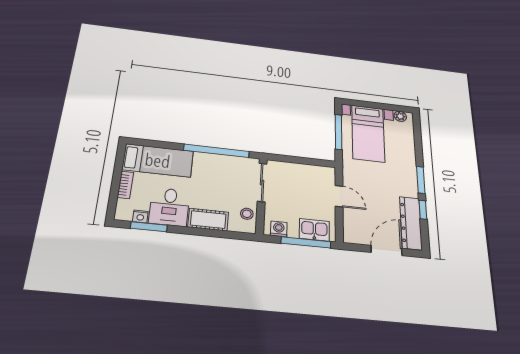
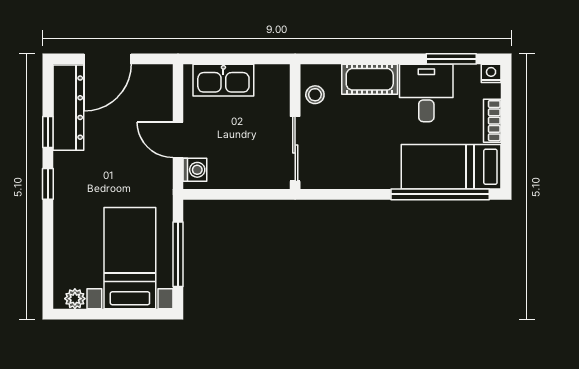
window: (217, 151) -> (440, 194), moved
window: (421, 180) -> (48, 184), width x0.67
nightstand: (140, 216) -> (491, 73), moved
washing machine: (279, 229) -> (195, 170), moved, turned -90
kitchen sink: (314, 230) -> (223, 80), width x1.38
window: (306, 242) -> (227, 59), removed

